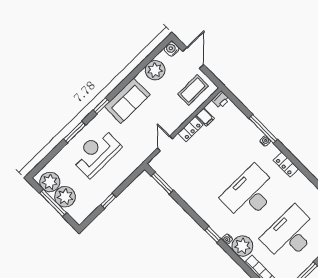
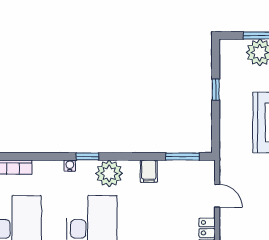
filing cabinet: (188, 193) -> (149, 171), added
plant: (242, 246) -> (109, 173), moved

